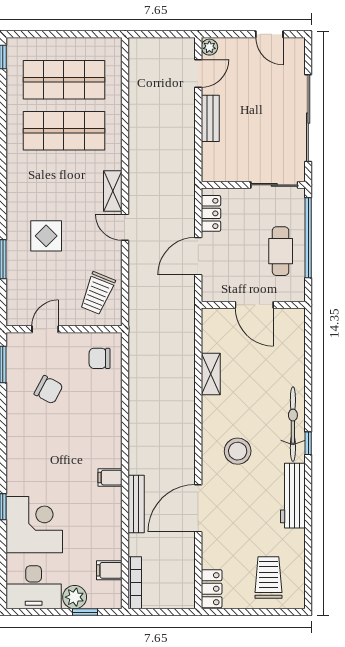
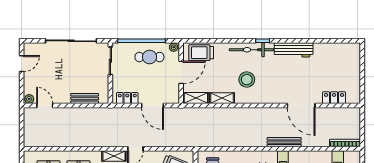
bench: (210, 118) -> (85, 99), moved
plant: (297, 292) -> (174, 47), added
shelving: (211, 330) -> (196, 98), added
stool: (238, 451) -> (247, 80), moved
bench: (136, 504) -> (284, 142), moved
trolley: (268, 578) -> (201, 53), moved
locker: (212, 589) -> (334, 98), moved

